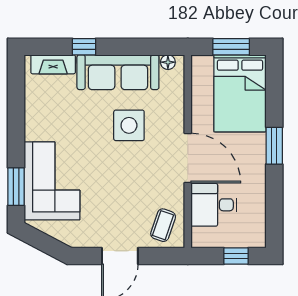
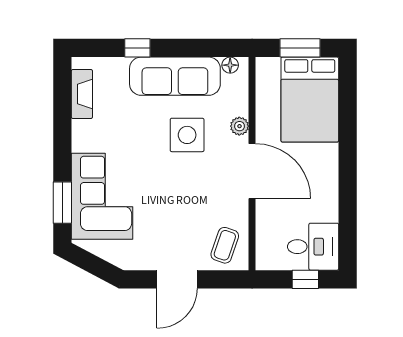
fireplace: (53, 64) -> (82, 94), moved, turned -90
plant: (176, 117) -> (239, 126), added
window: (274, 146) -> (348, 157), removed
desk: (214, 205) -> (313, 247), moved, turned 180

